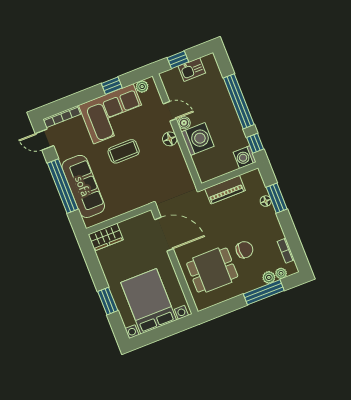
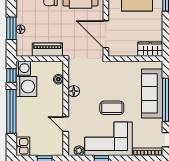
kitchen sink: (192, 70) -> (23, 146), moved, turned 90
boiler: (184, 123) -> (58, 79), moved
floor lamp: (170, 139) -> (74, 91), moved
washing machine: (198, 139) -> (26, 86), moved, turned 180

